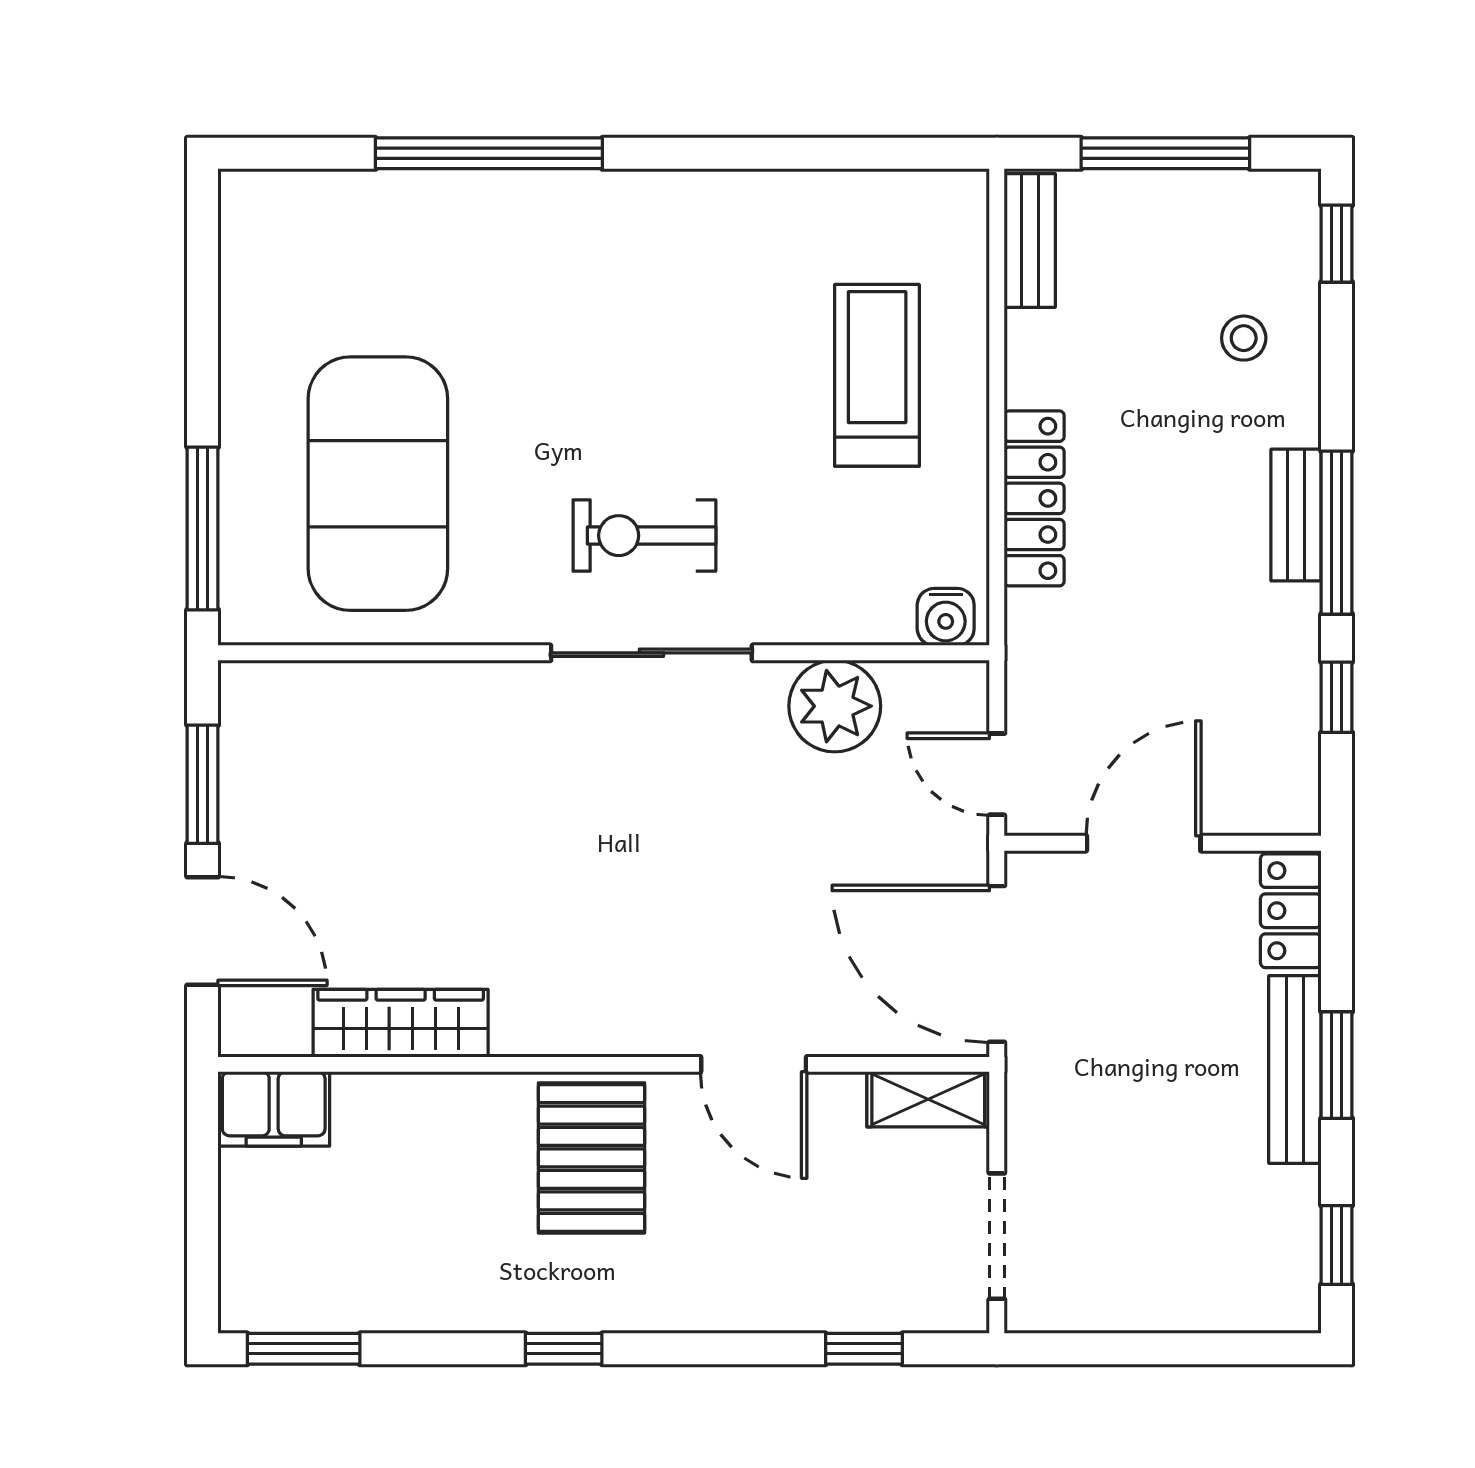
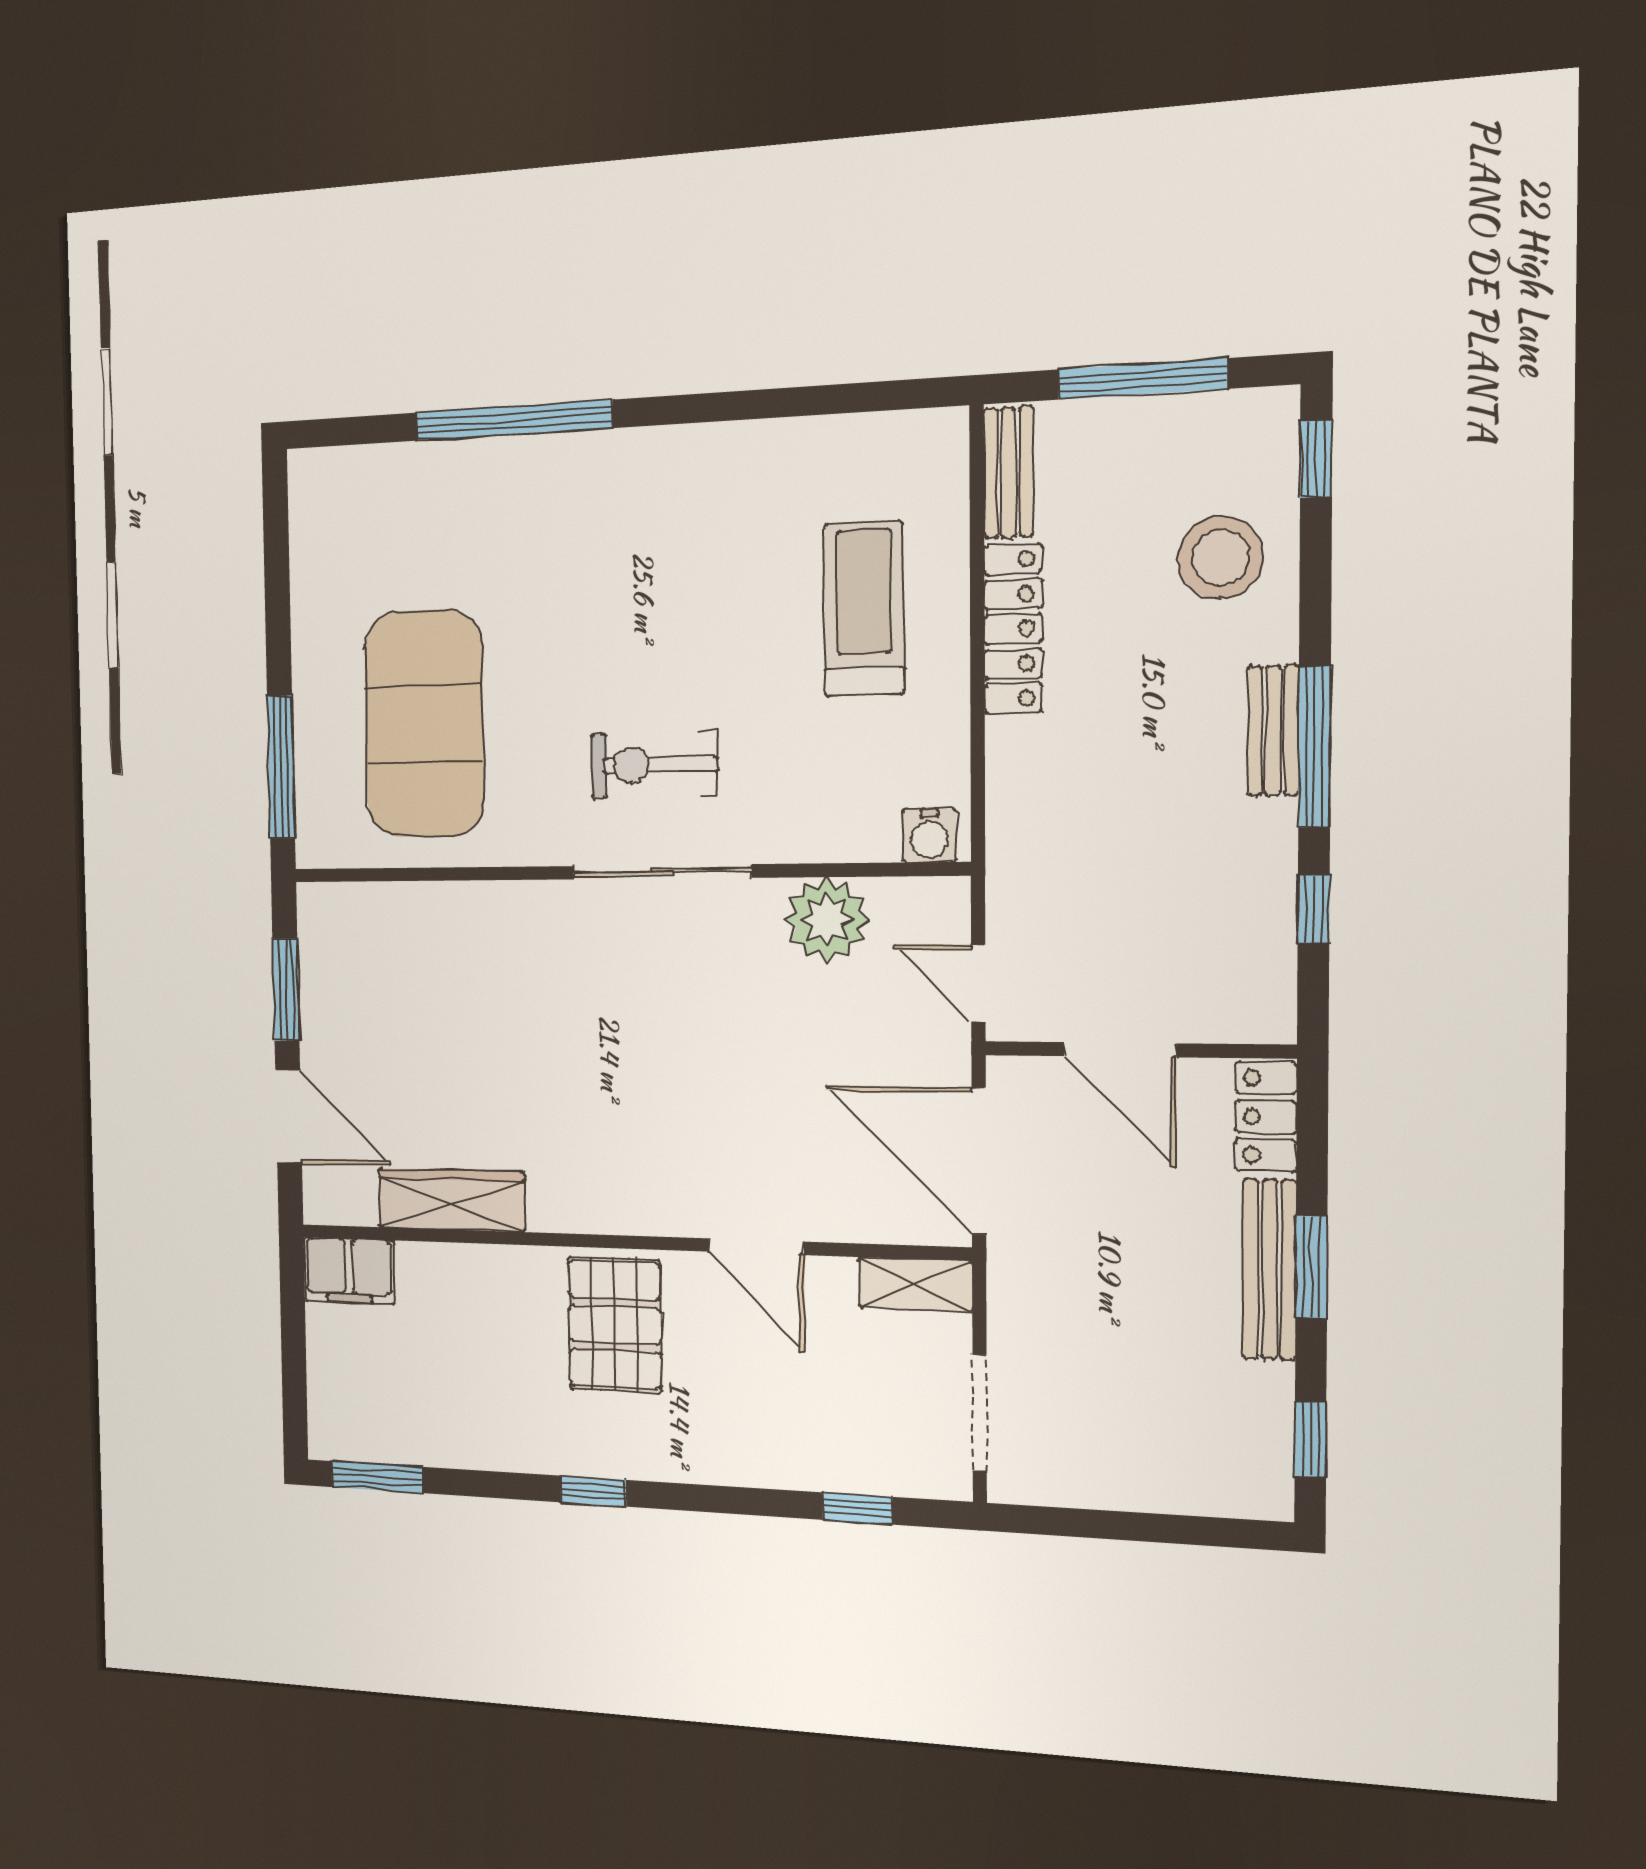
stool: (1244, 338) -> (1220, 558), width x1.89, depth x1.89
locker: (1034, 498) -> (1013, 629), moved
door: (1144, 843) -> (1120, 1050), swing flipped

